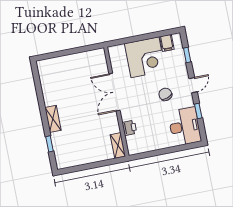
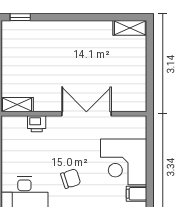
shelving: (53, 119) -> (130, 28), moved
window: (50, 144) -> (20, 17), moved

